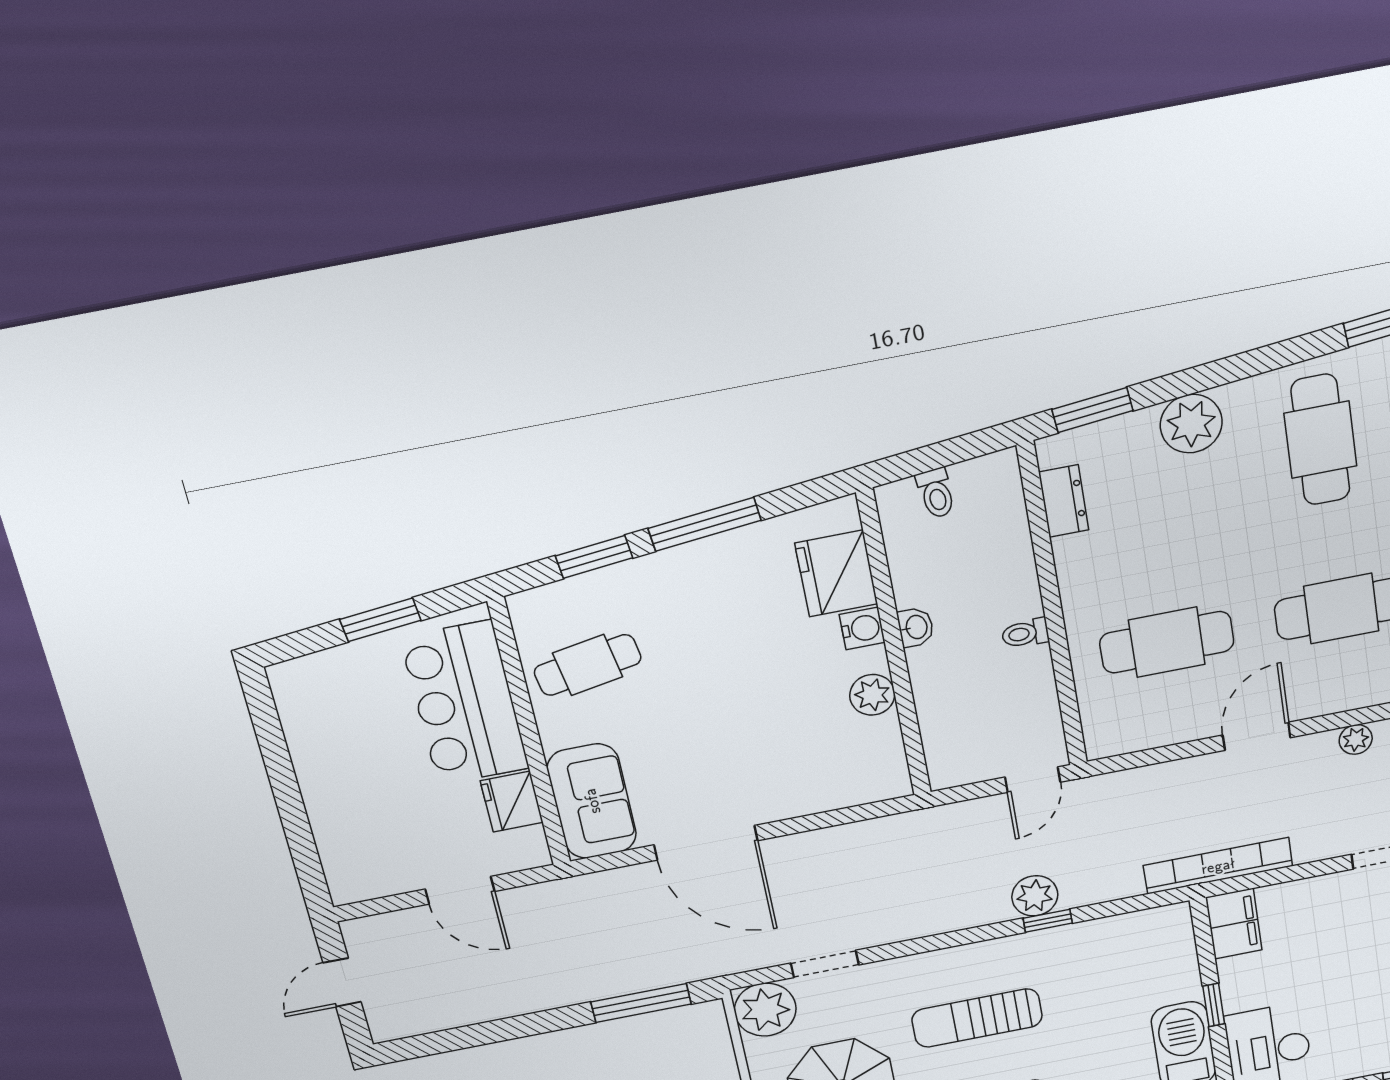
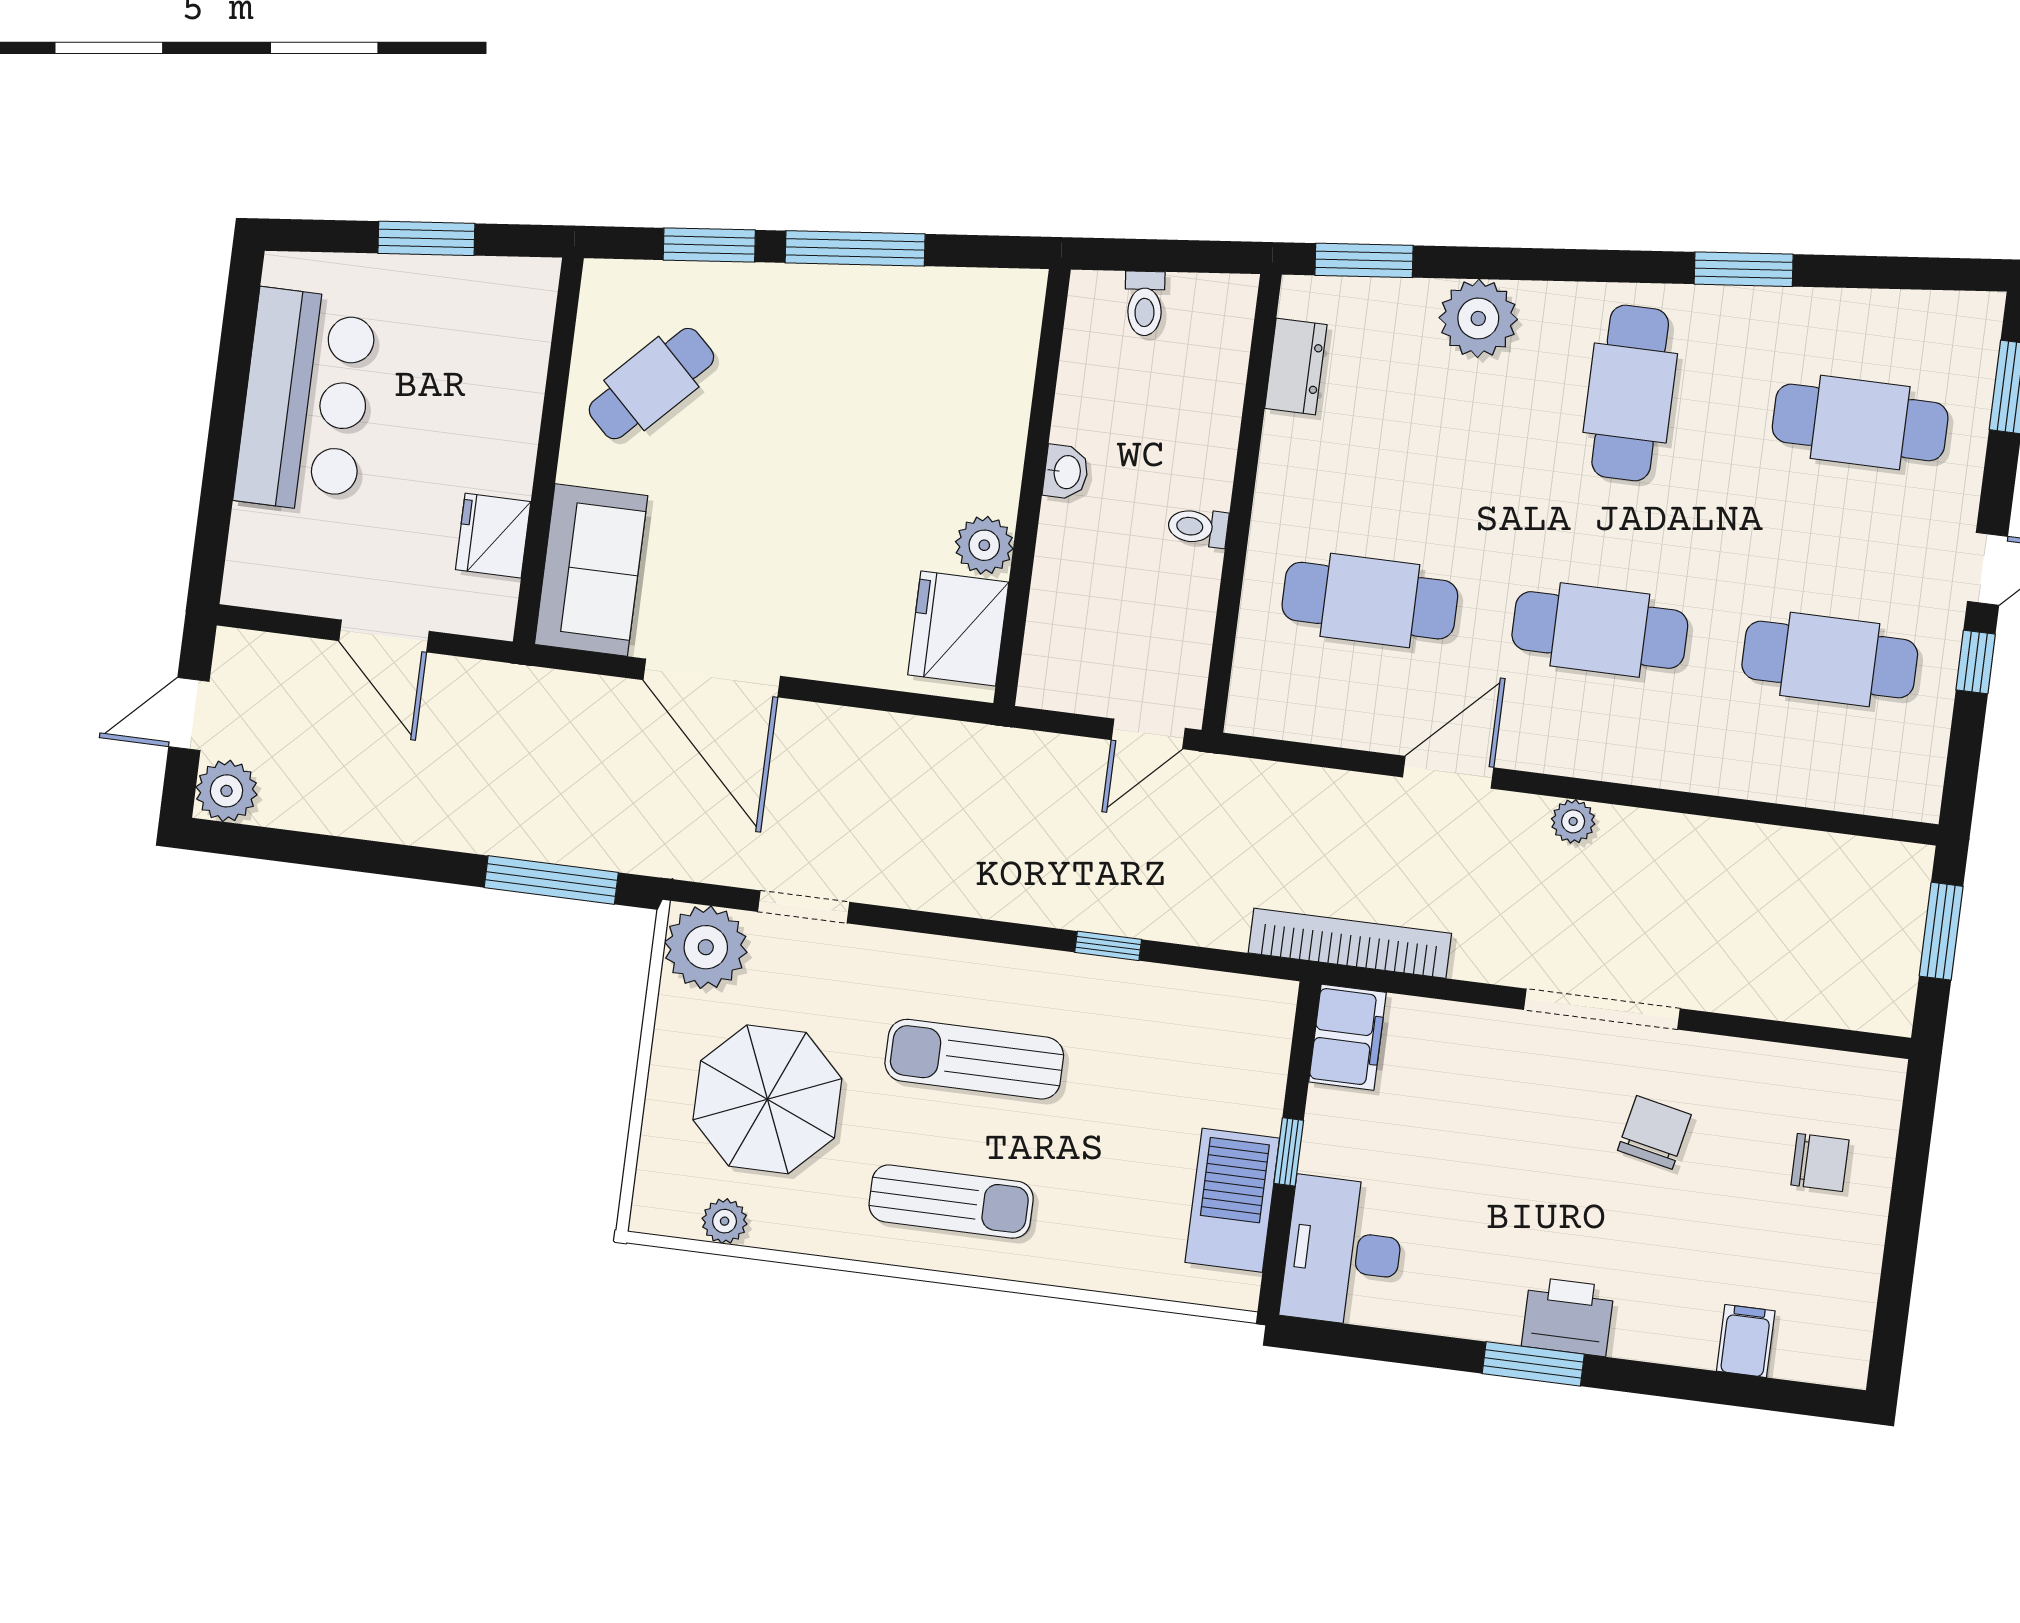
fridge: (836, 574) -> (958, 628), moved
water cooler: (862, 628) -> (1000, 451), removed
cafe table: (588, 665) -> (651, 384), turned -36
bar counter: (465, 703) -> (306, 401), moved, turned 180
plant: (1035, 896) -> (227, 791), moved

